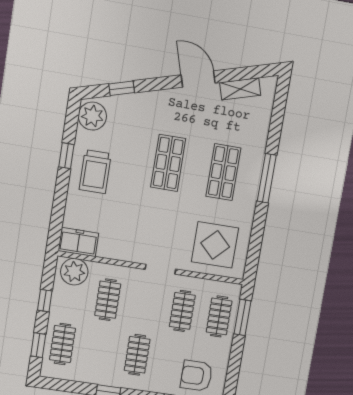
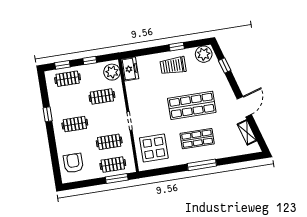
shop shelf: (168, 163) -> (192, 105), width x1.43, depth x1.36

